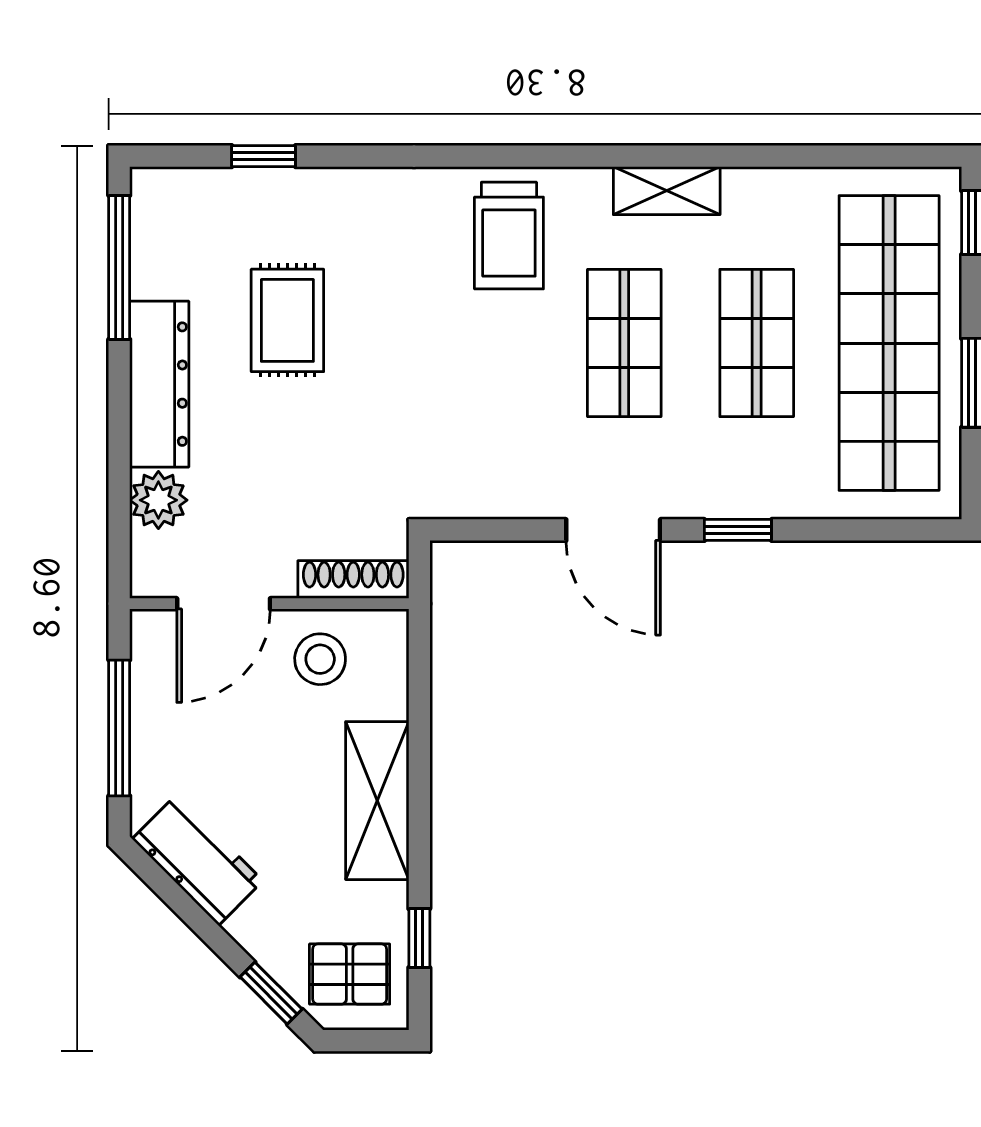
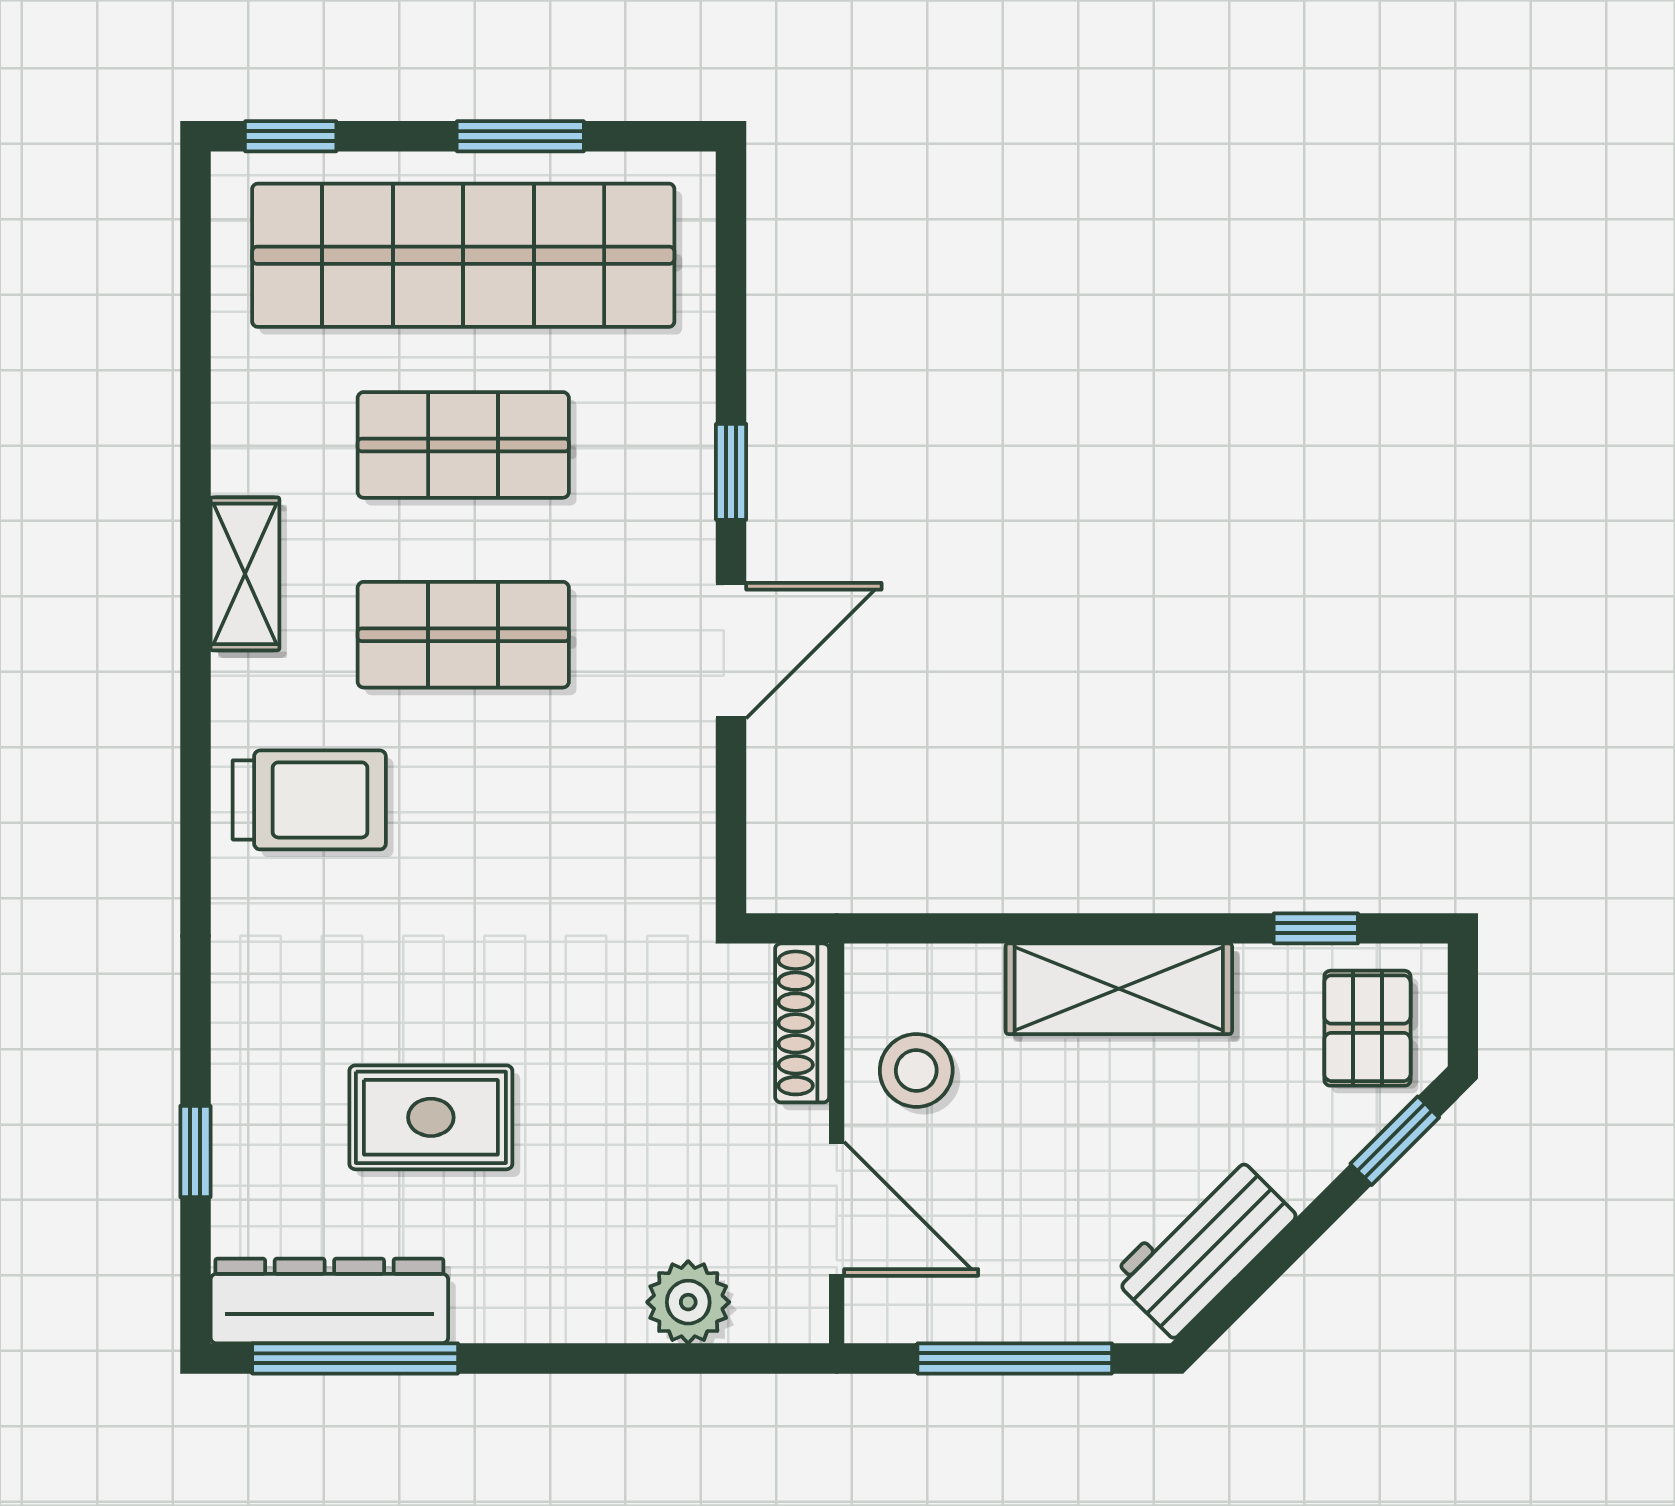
dresser: (159, 384) -> (329, 1301), moved

